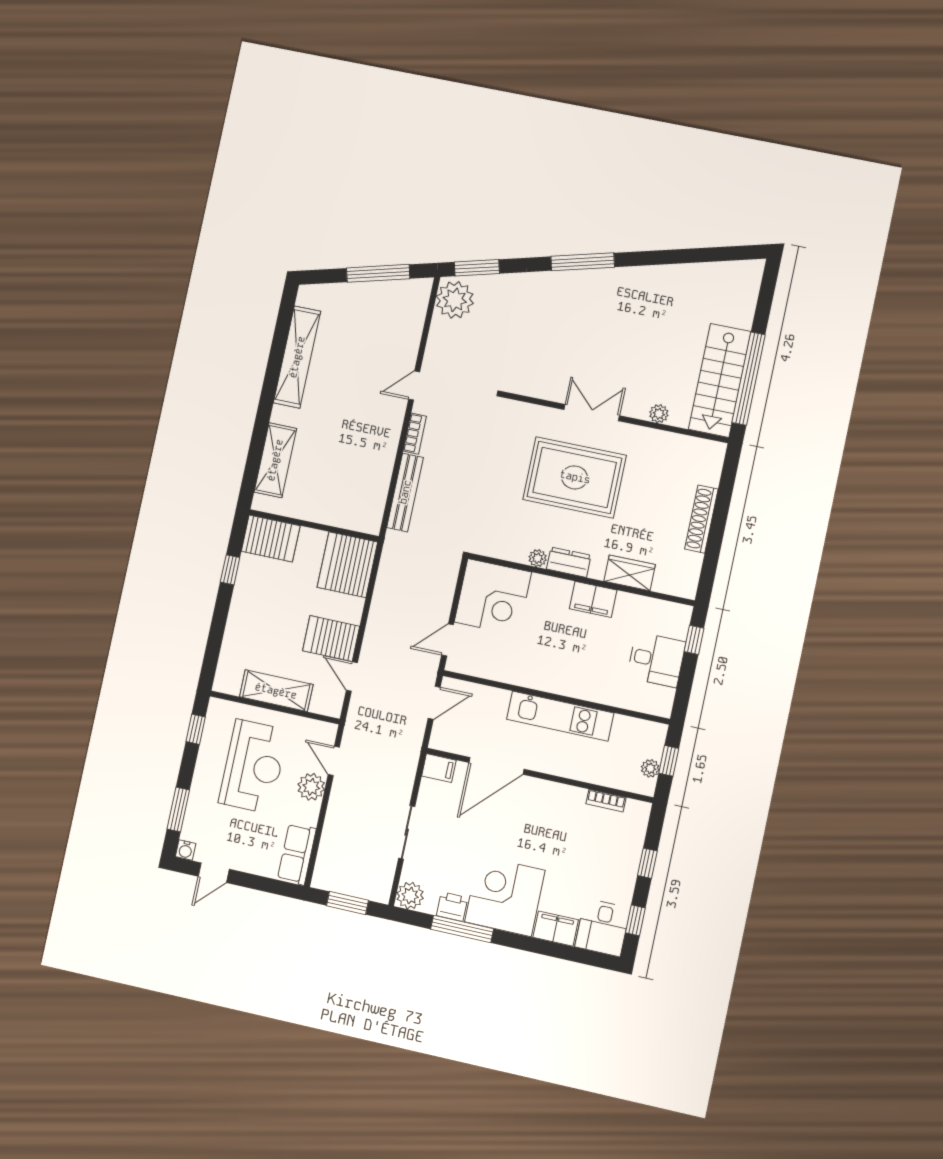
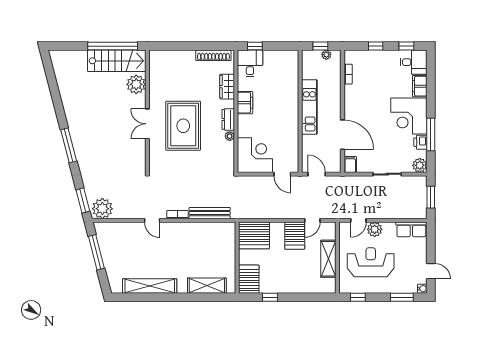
plant: (659, 414) -> (136, 84), width x1.87, depth x1.87
shoe rack: (701, 519) -> (213, 55), moved
desk: (656, 660) -> (250, 63), moved

